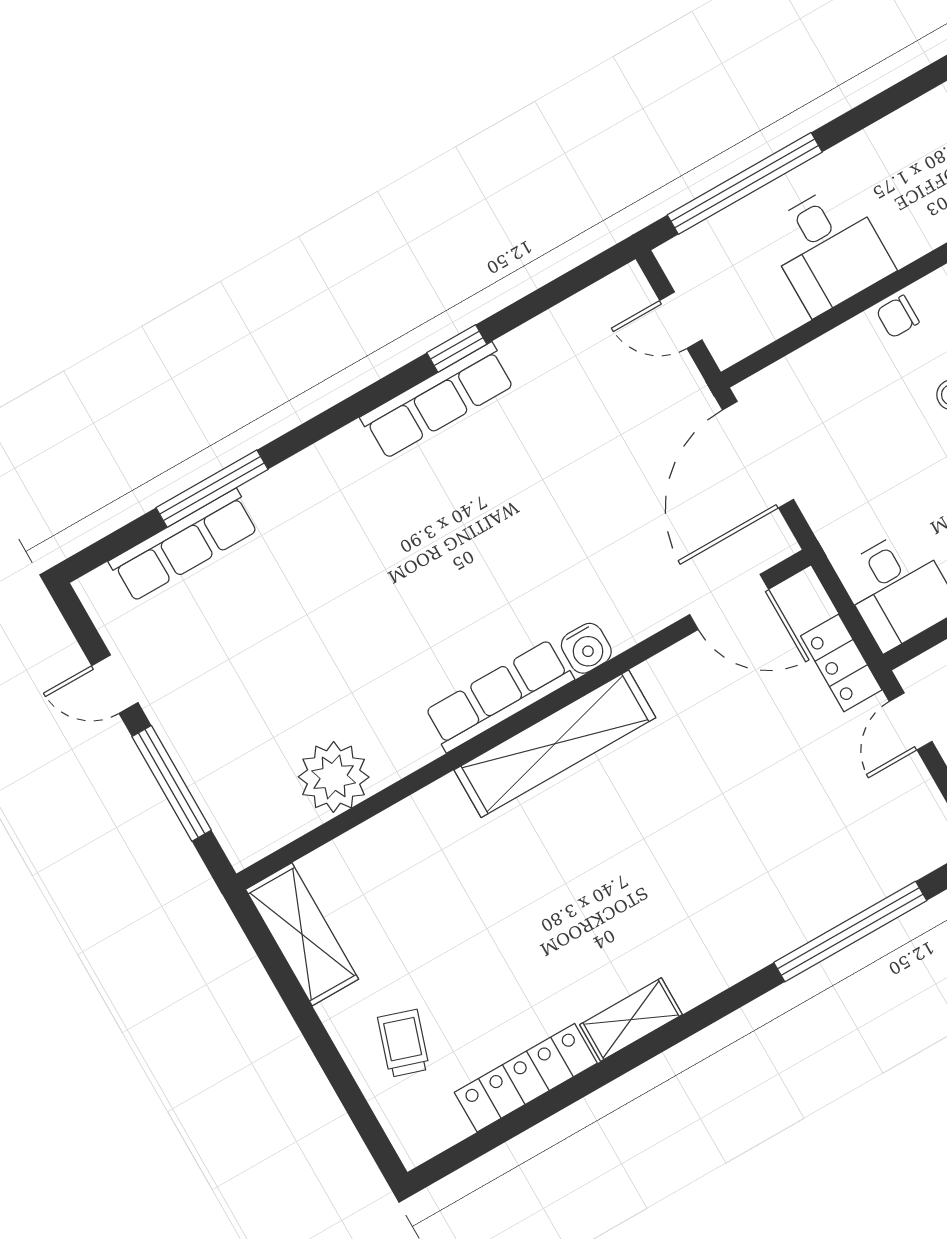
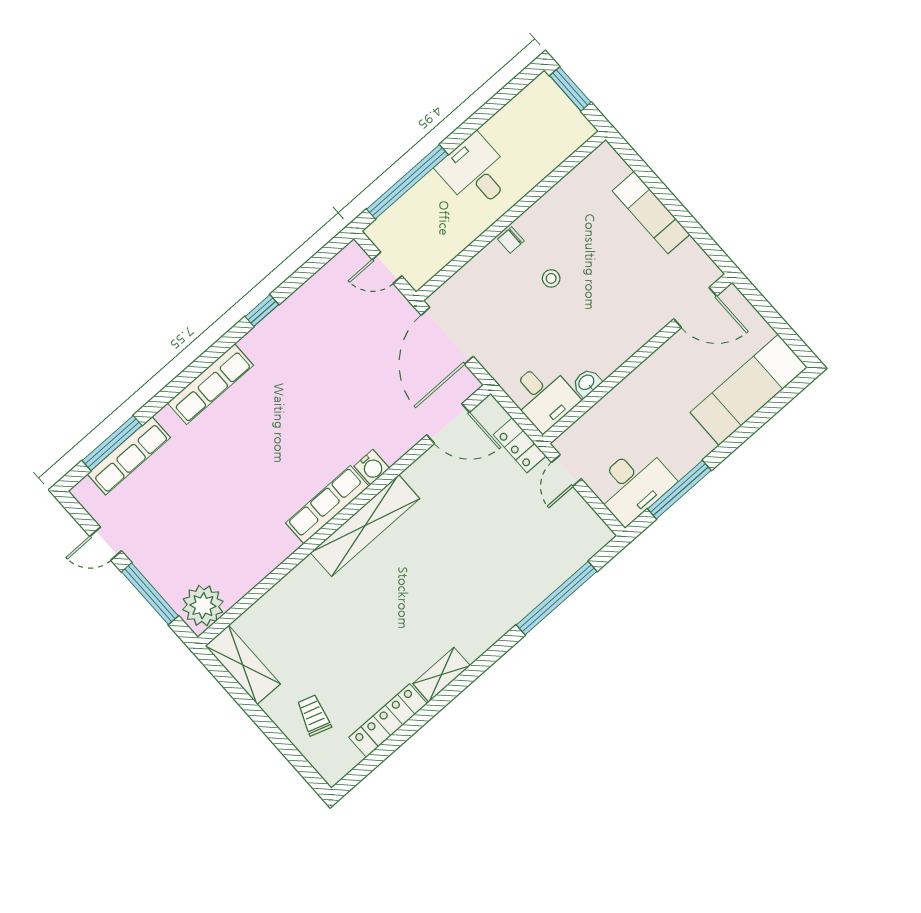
desk: (828, 249) -> (475, 172), moved, turned 180
row of seats: (438, 401) -> (211, 384), moved
window: (212, 489) -> (112, 443), moved
plant: (334, 777) -> (203, 606), moved

